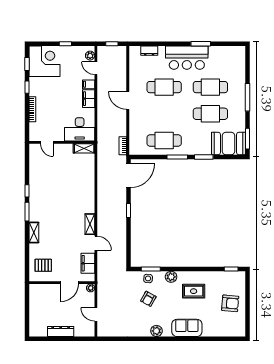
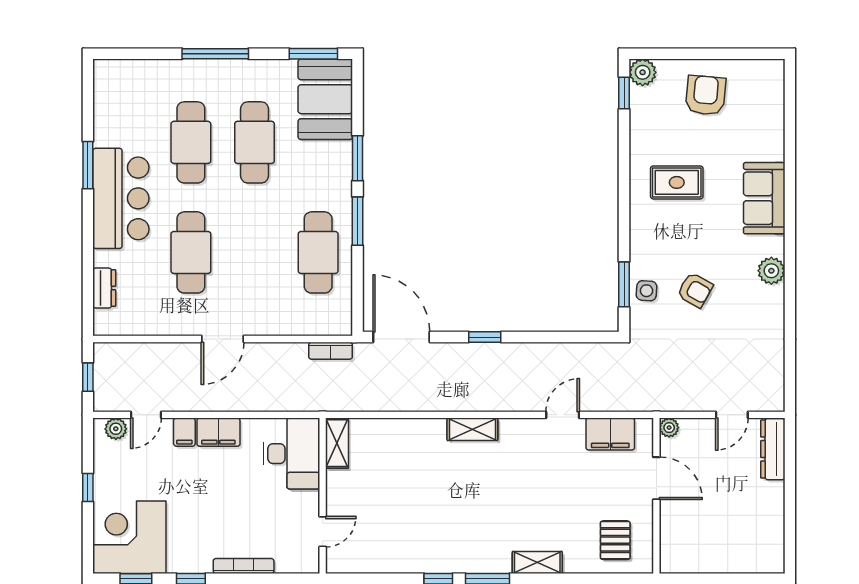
shelving: (90, 224) -> (472, 429), moved
plant: (171, 277) -> (643, 72), moved
rug: (194, 291) -> (677, 182), turned 90
dresser: (61, 332) -> (773, 449), moved

